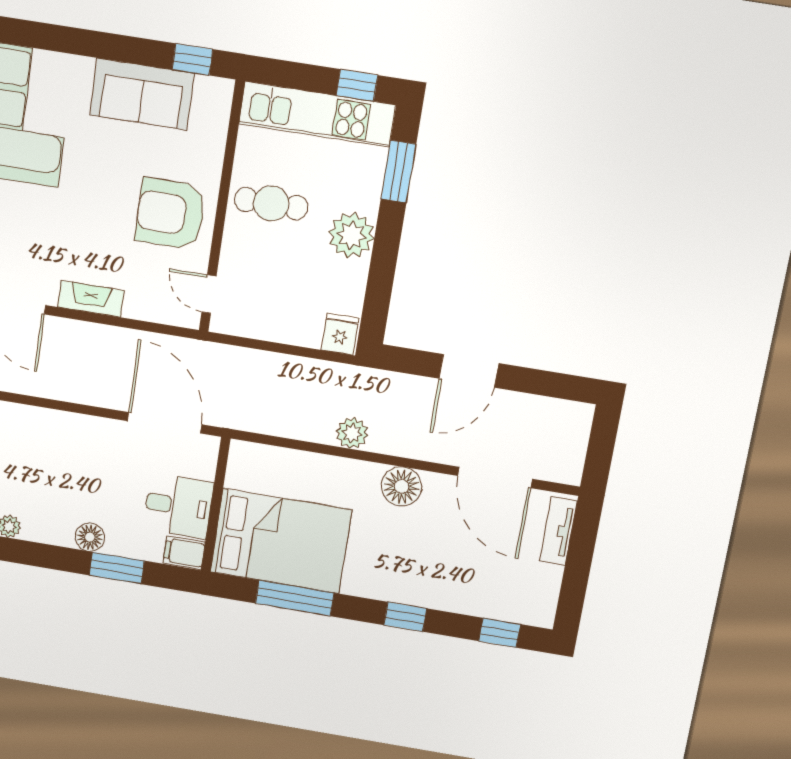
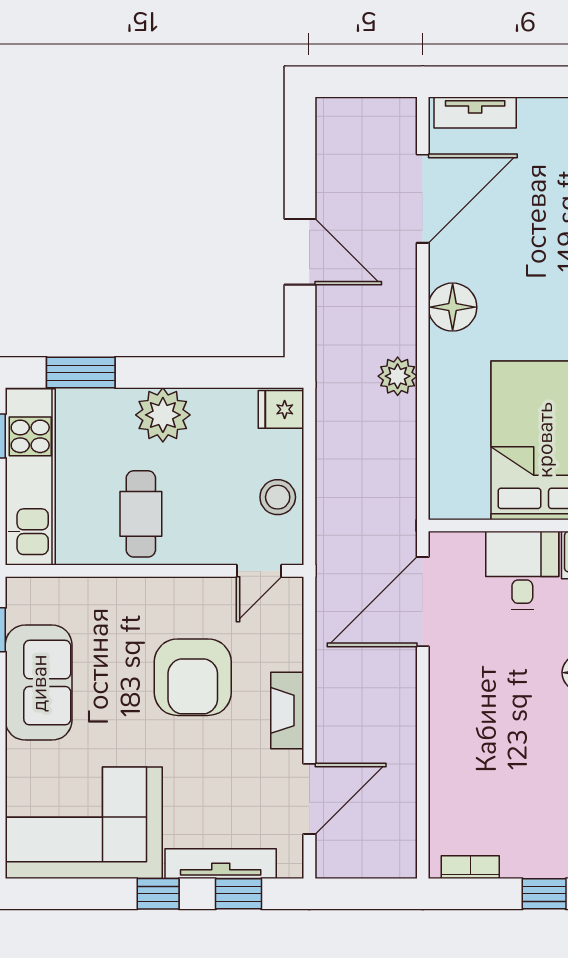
armchair: (170, 214) -> (193, 677), moved
stool: (268, 319) -> (278, 497), added

